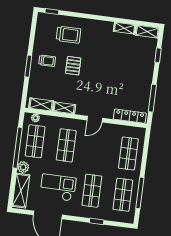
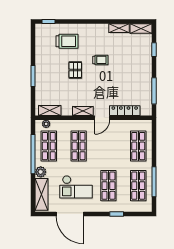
trolley: (47, 61) -> (100, 60), moved
shelving: (64, 108) -> (83, 111), moved
locker: (130, 116) -> (125, 111), moved
checkout: (58, 188) -> (76, 187), turned 180

